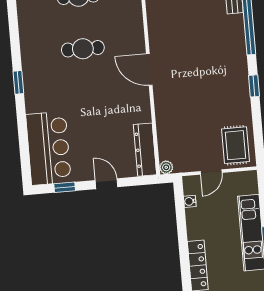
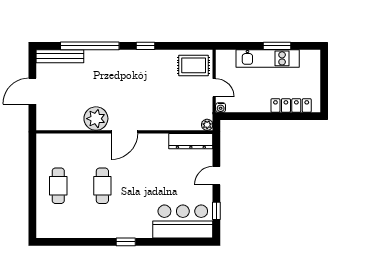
plant: (162, 34) -> (96, 119), added
water cooler: (190, 201) -> (221, 108), moved

